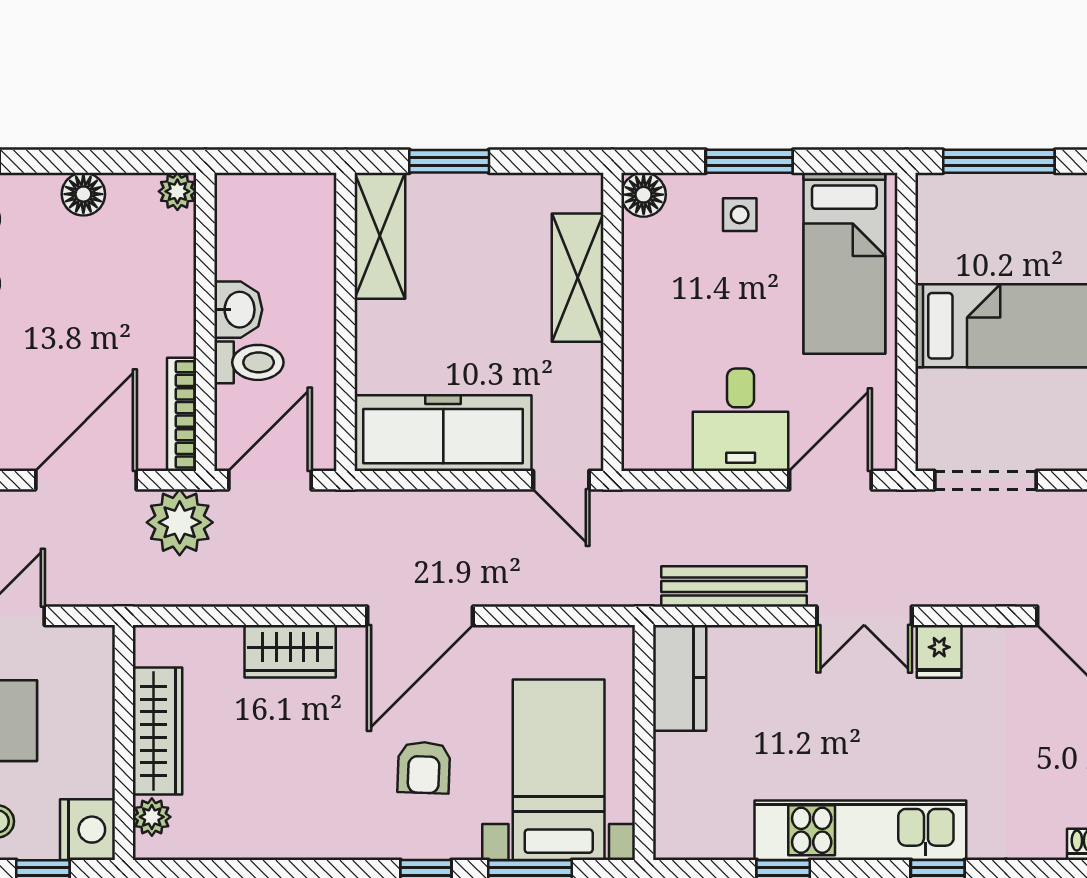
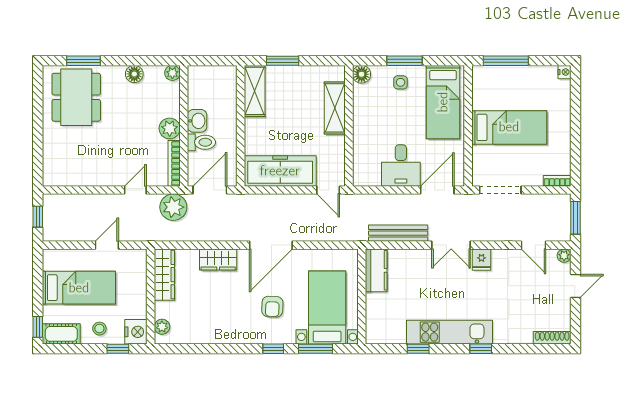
plant: (170, 328) -> (170, 128), added
door: (86, 480) -> (135, 190), width x0.53
wardrobe: (157, 731) -> (164, 275), moved

